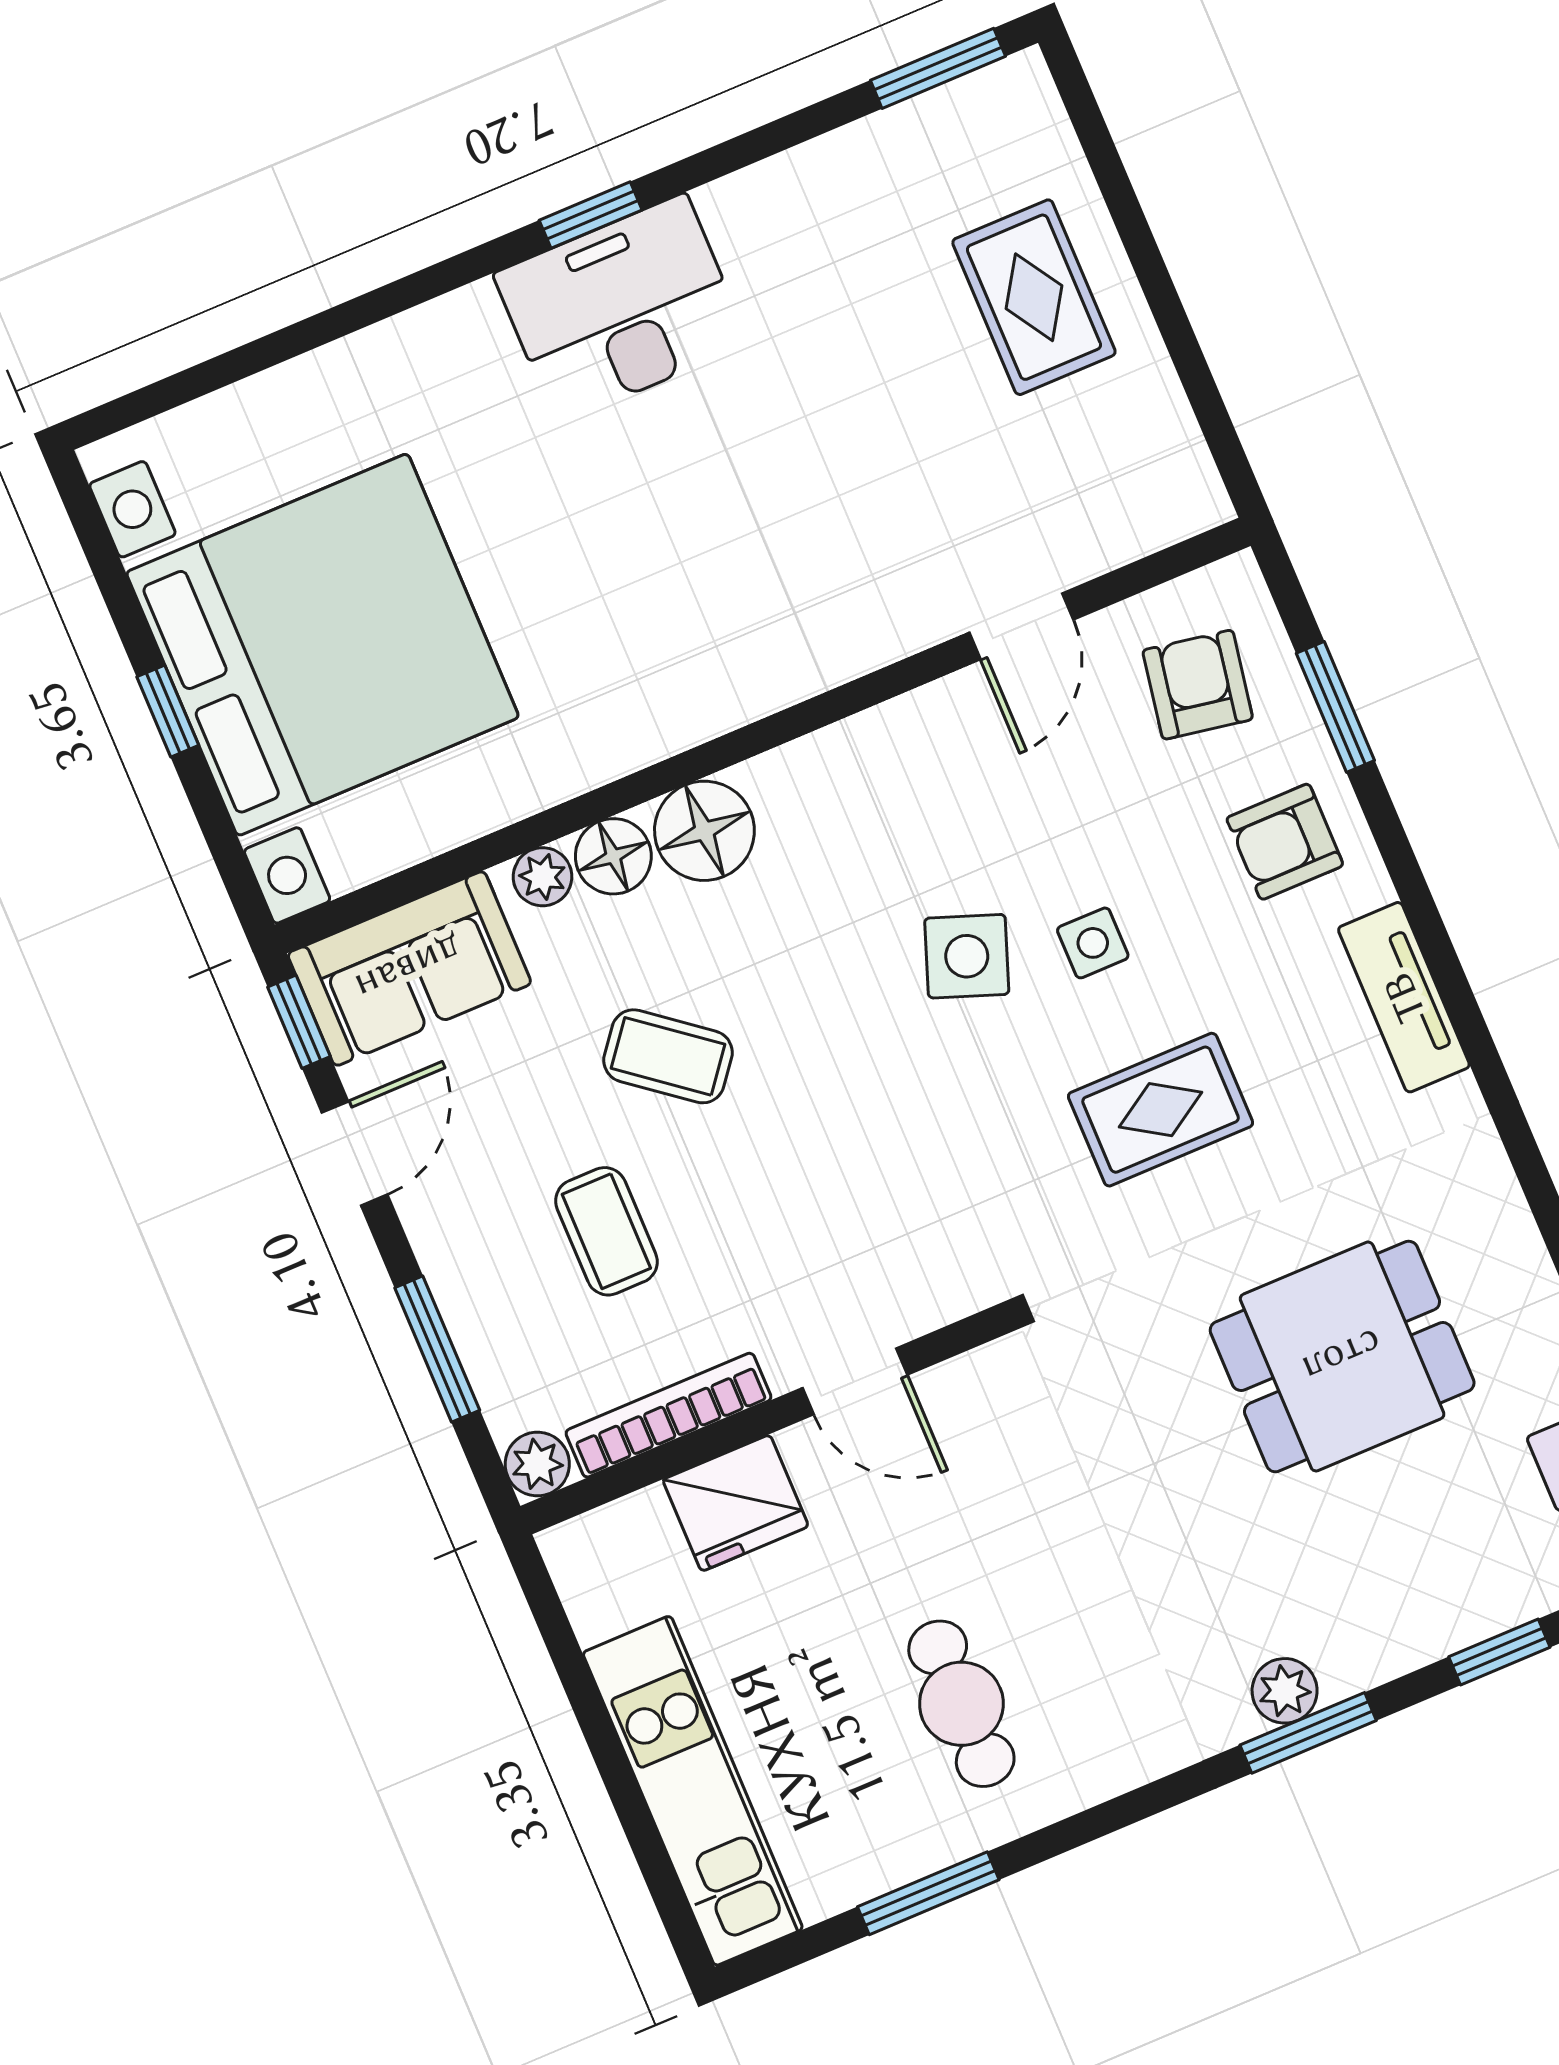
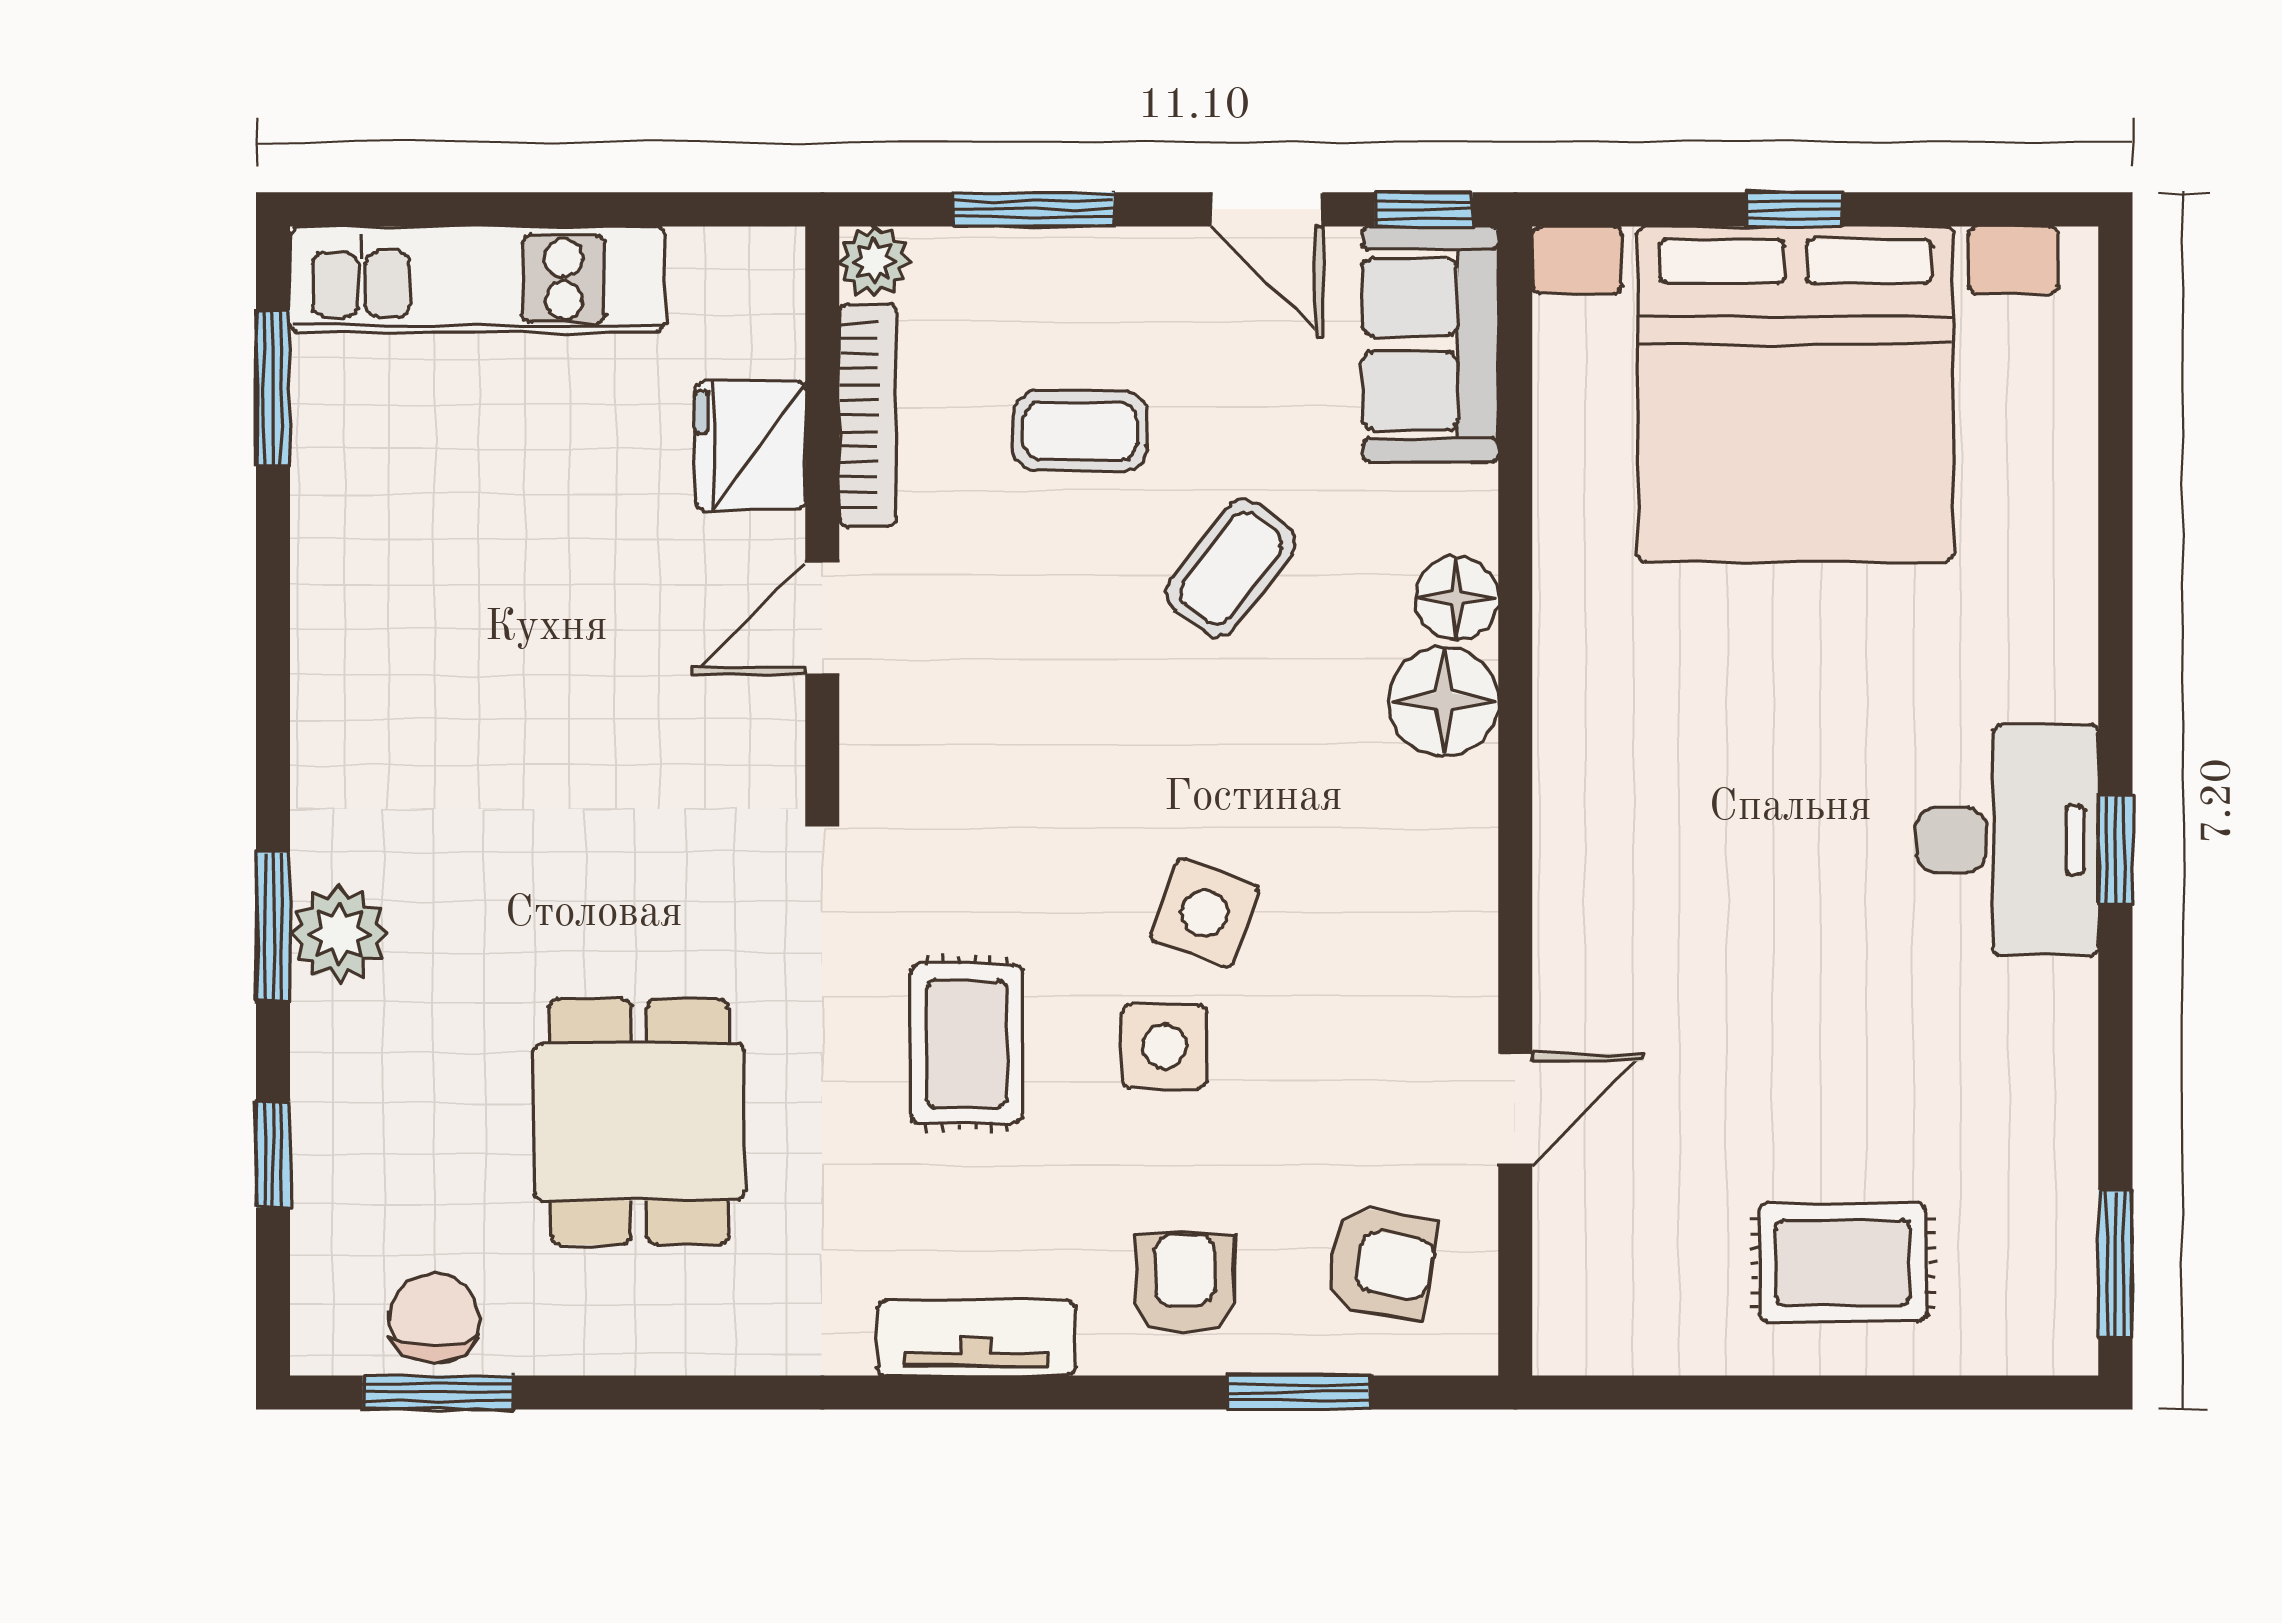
door: (1021, 626) -> (1515, 1109), swing flipped
plant: (543, 877) -> (1466, 518), removed
side table: (1093, 943) -> (1164, 1046), width x1.37, depth x1.37
plant: (1285, 1691) -> (339, 934), width x1.38, depth x1.38
cafe table: (961, 1704) -> (451, 588), removed
window: (928, 1893) -> (273, 388), moved

